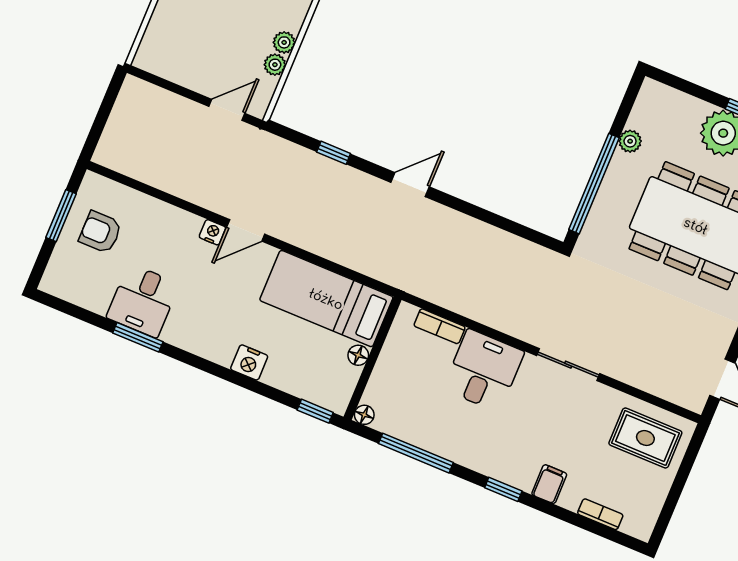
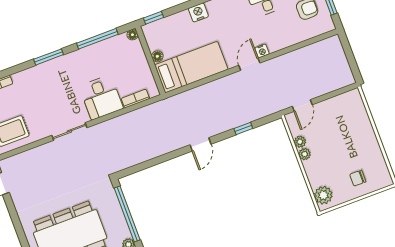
filing cabinet: (549, 484) -> (32, 76), removed
window: (503, 489) -> (49, 57), width x1.50

